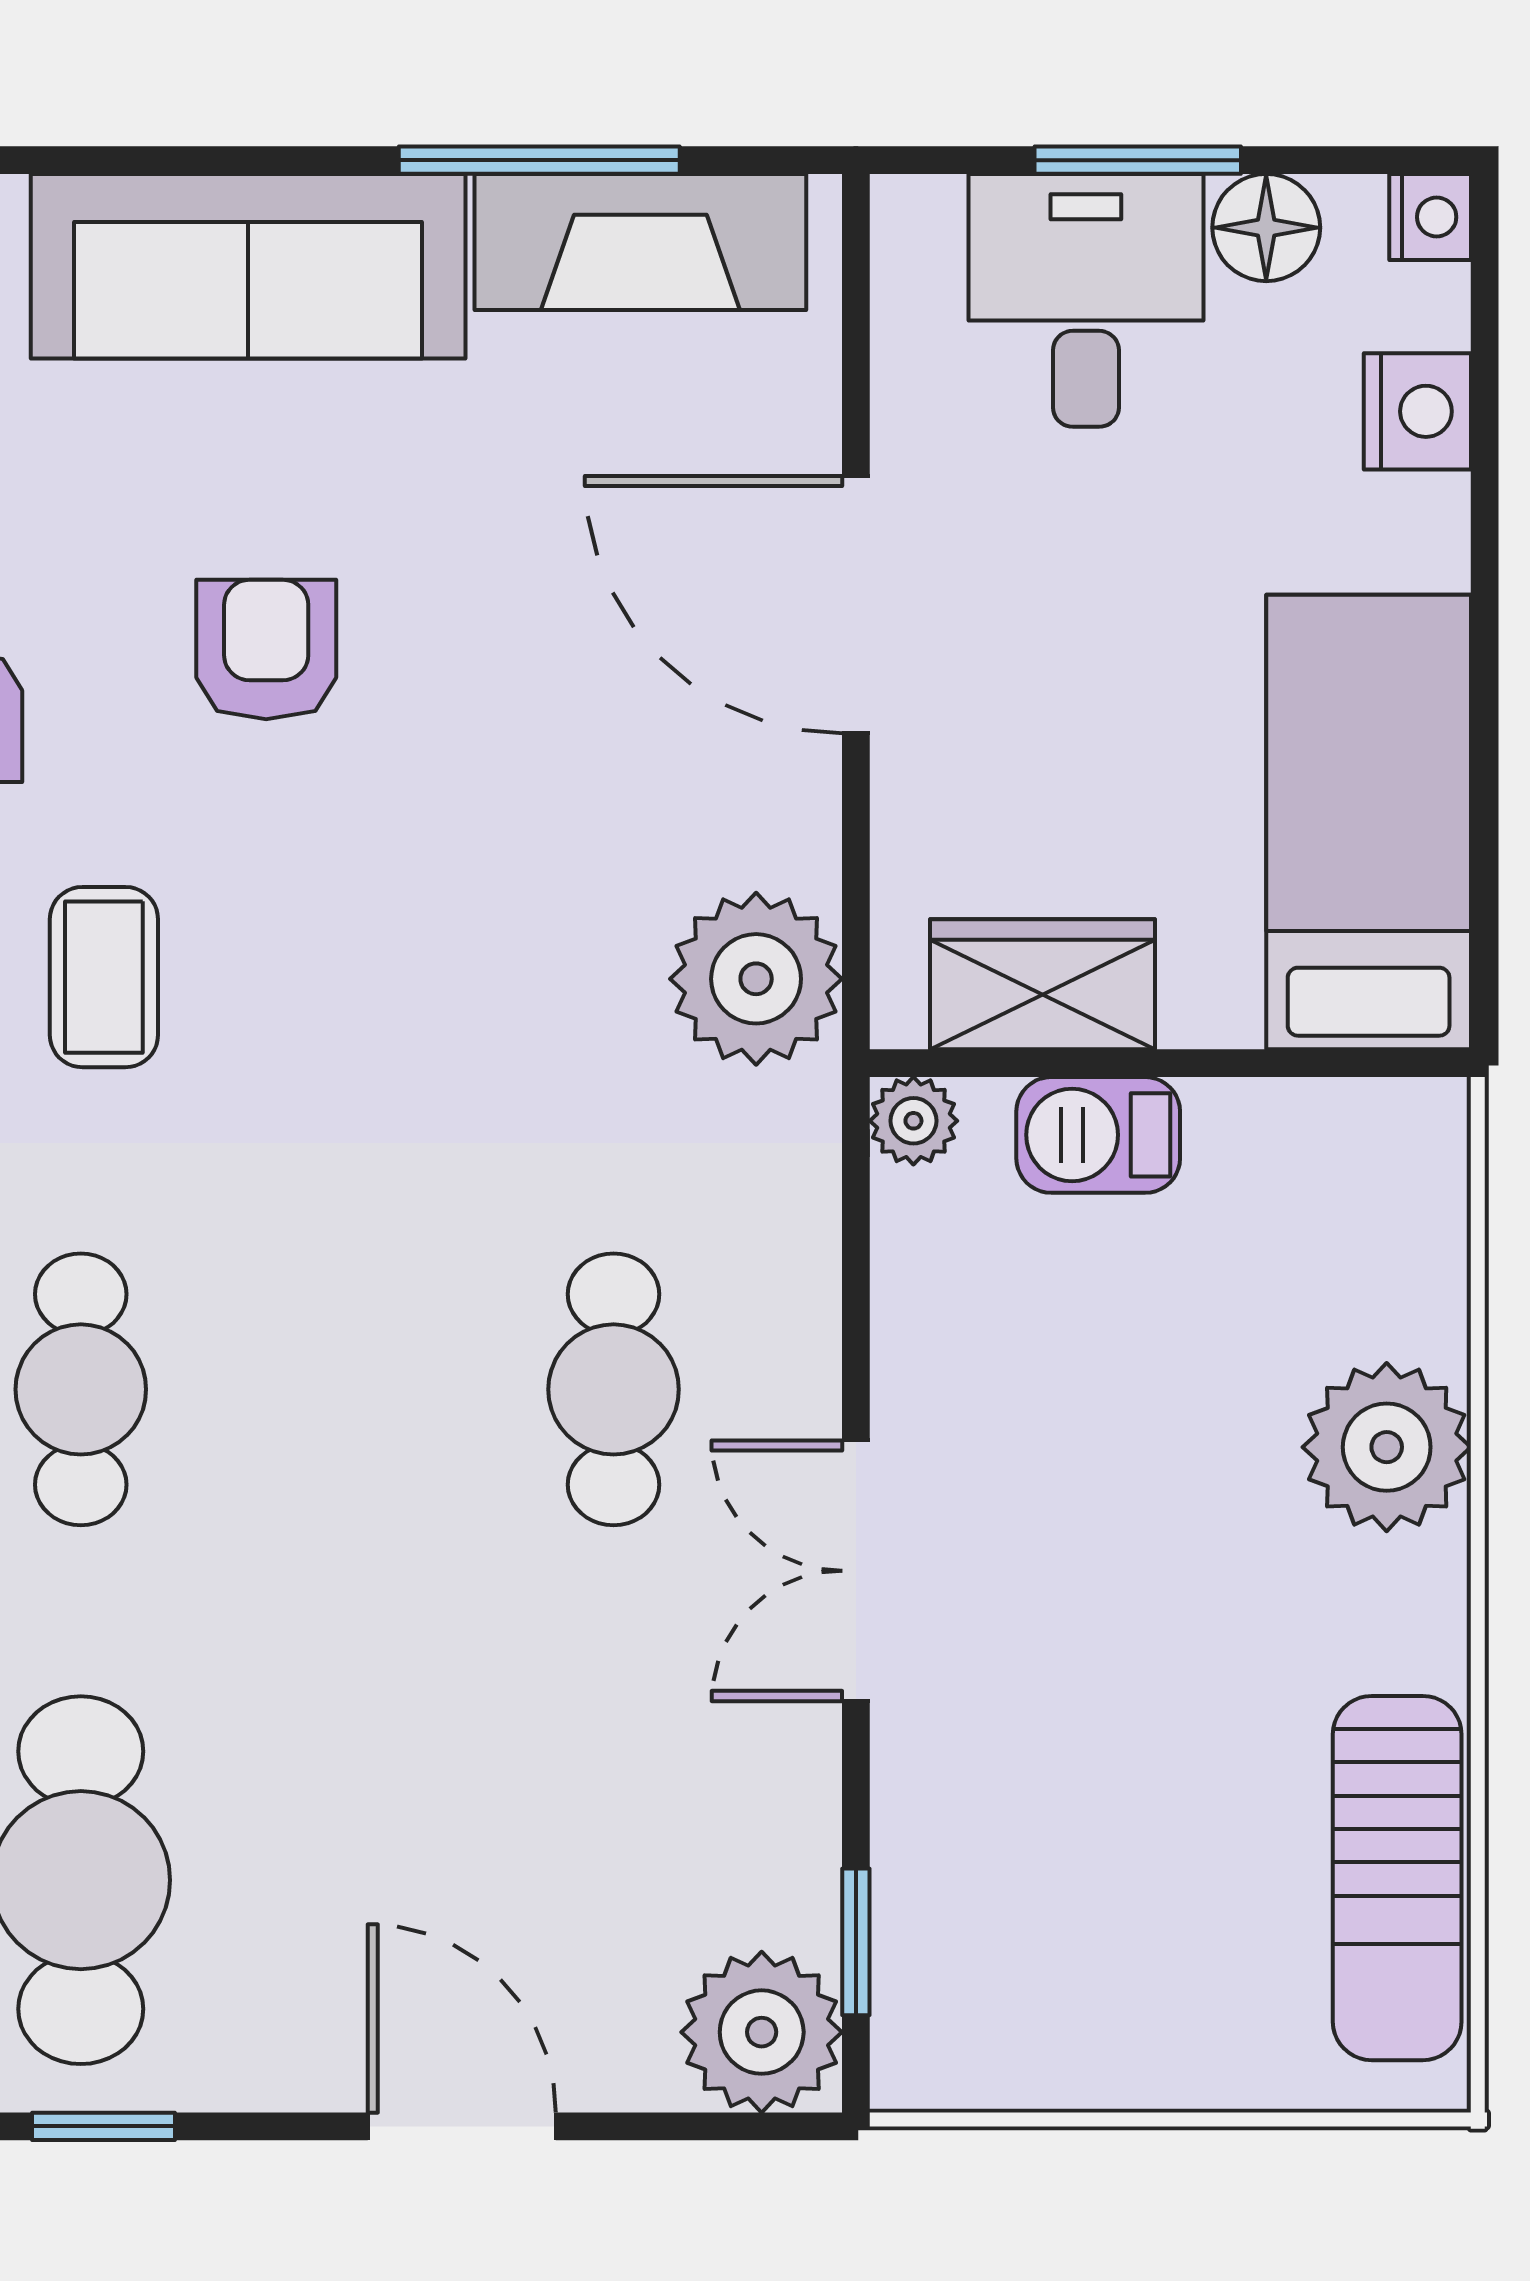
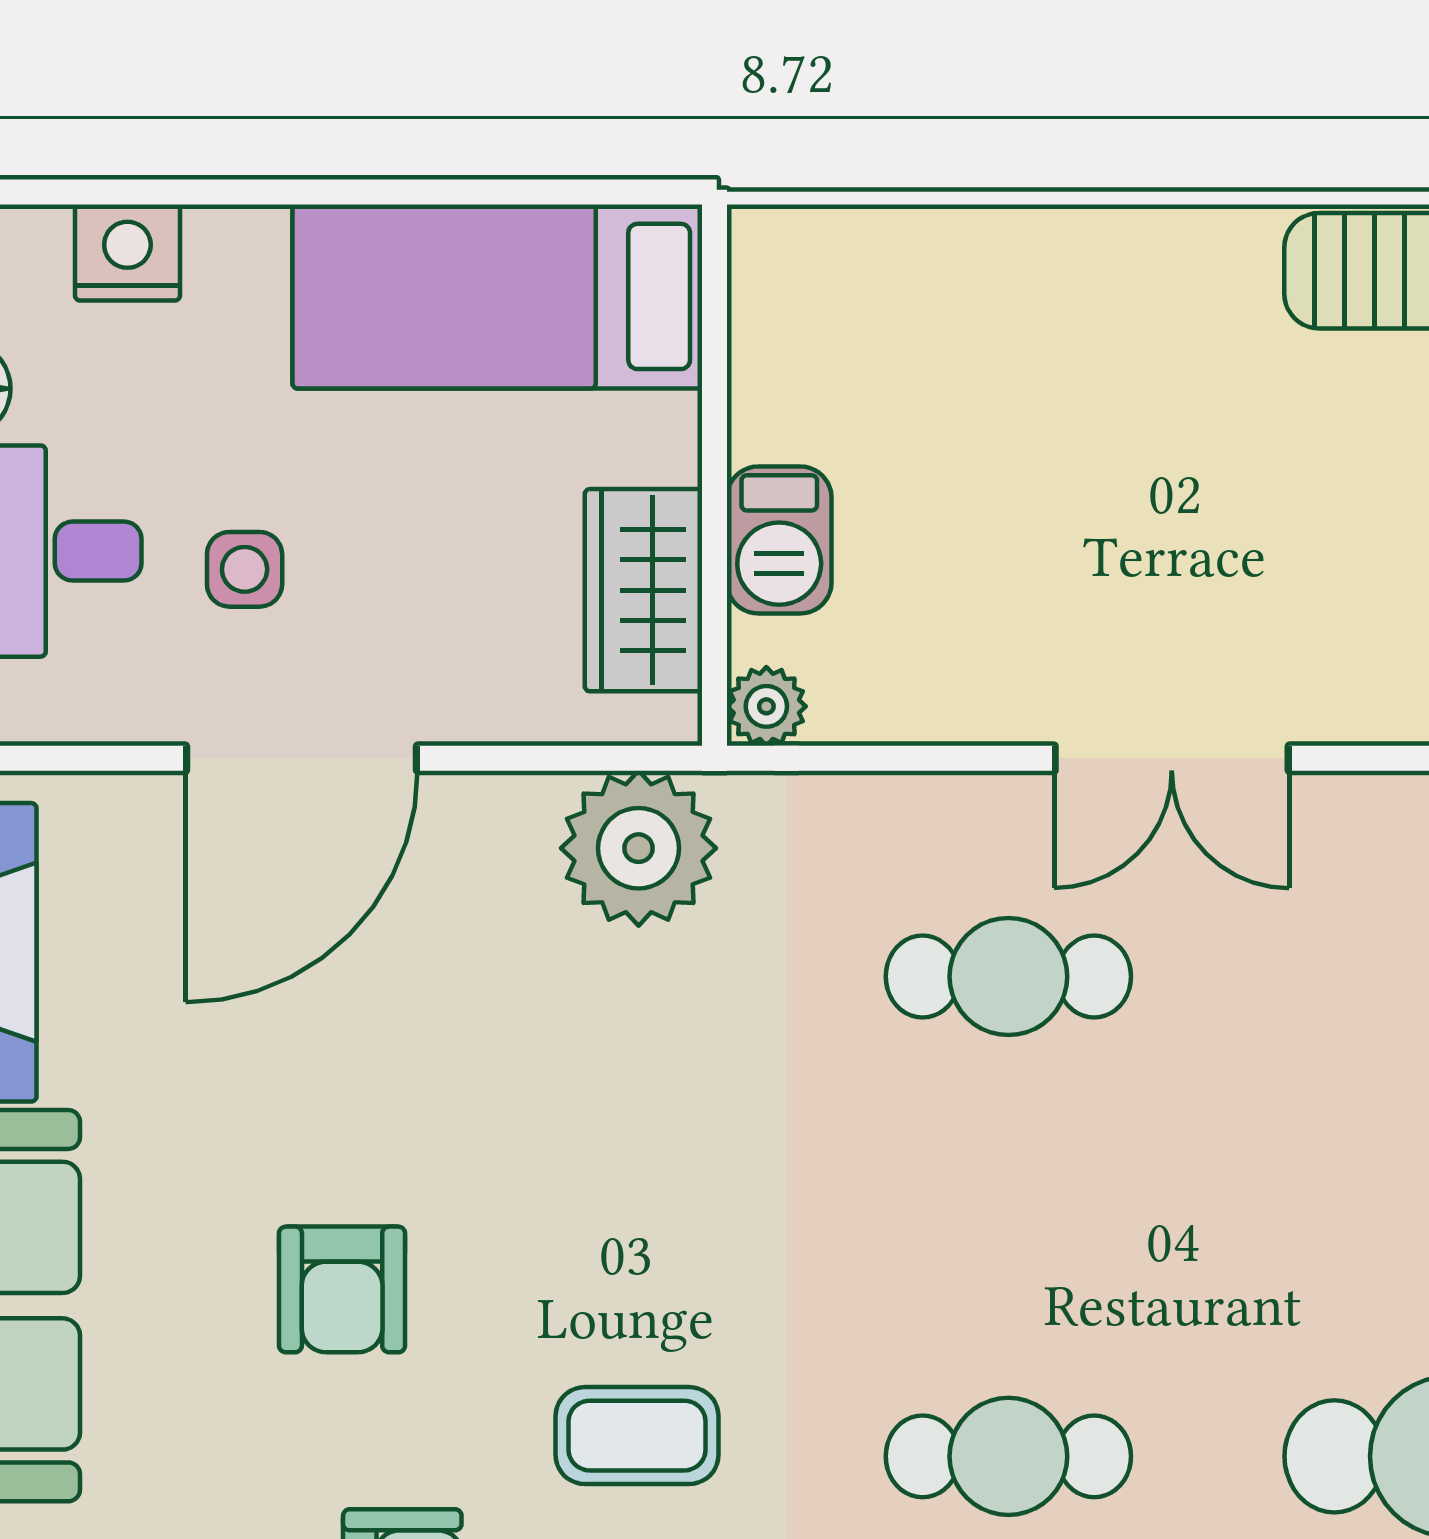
side table: (1066, 541) -> (245, 569), added
armchair: (266, 650) -> (342, 1289), turned -90
plant: (1387, 1447) -> (1060, 280), removed

